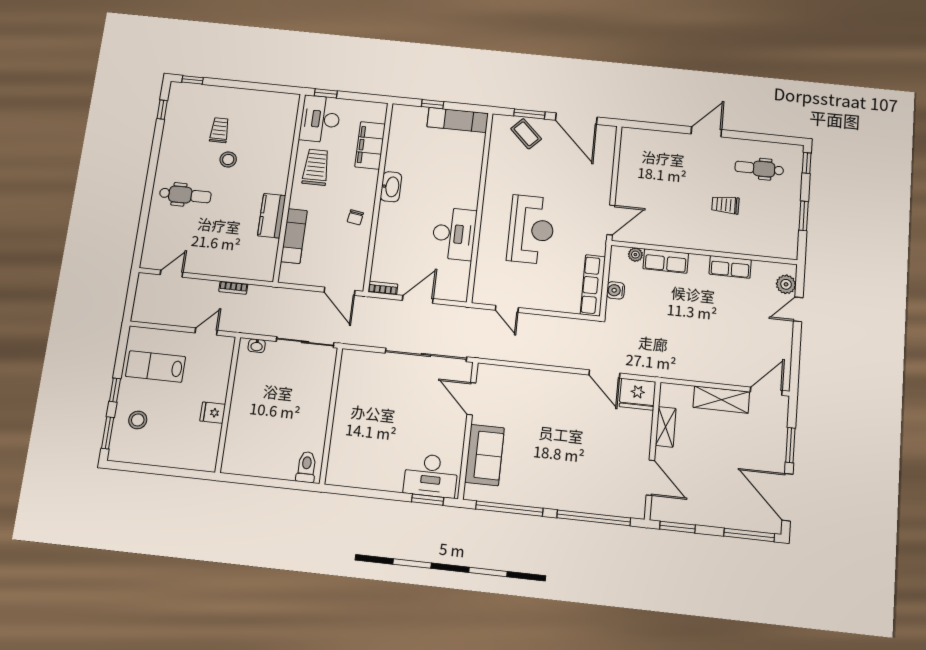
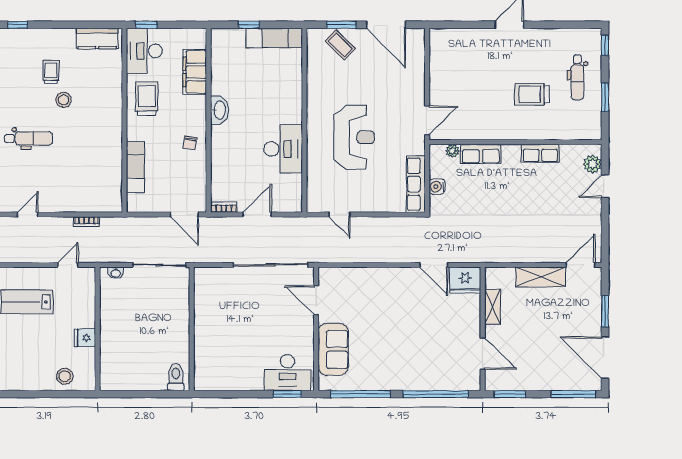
dental chair: (759, 169) -> (577, 77), moved, turned -90
trolley: (725, 205) -> (532, 94), width x1.36, depth x1.39
kitchen counter: (272, 216) -> (97, 39), moved, turned -90
stool: (138, 420) -> (65, 376), moved

